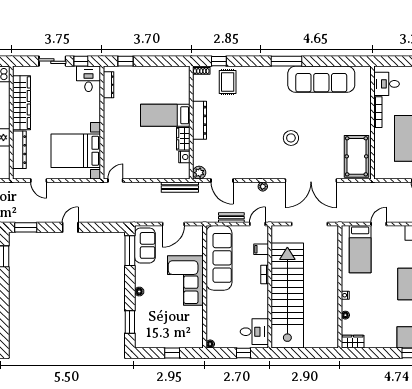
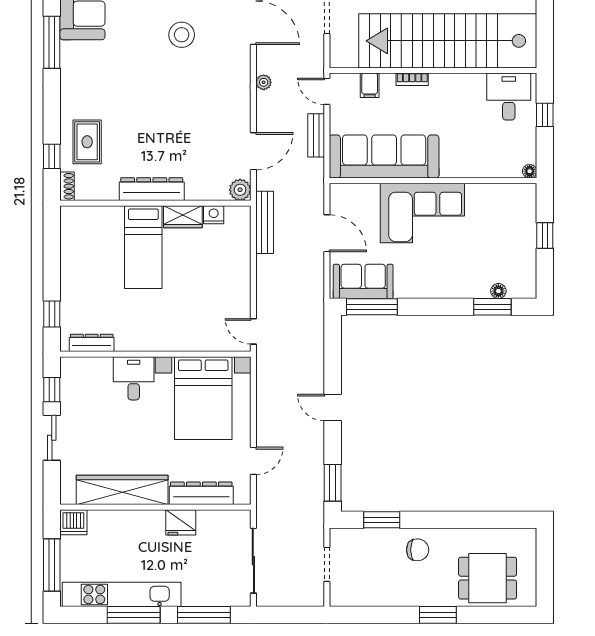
desk: (88, 79) -> (134, 378), moved, turned 90
rug: (228, 82) -> (87, 142), turned 90
floor lamp: (139, 292) -> (498, 291), moved

